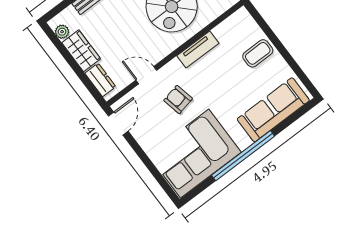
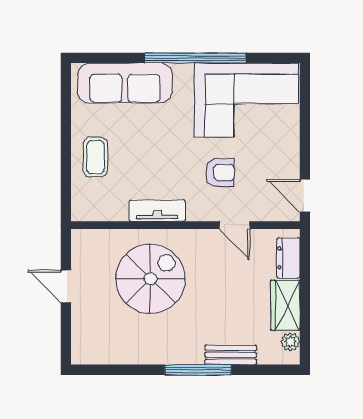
coffee table: (258, 53) -> (95, 157), turned 90
armchair: (178, 100) -> (220, 173), turned -78
door: (118, 124) -> (305, 196), hinge flipped

